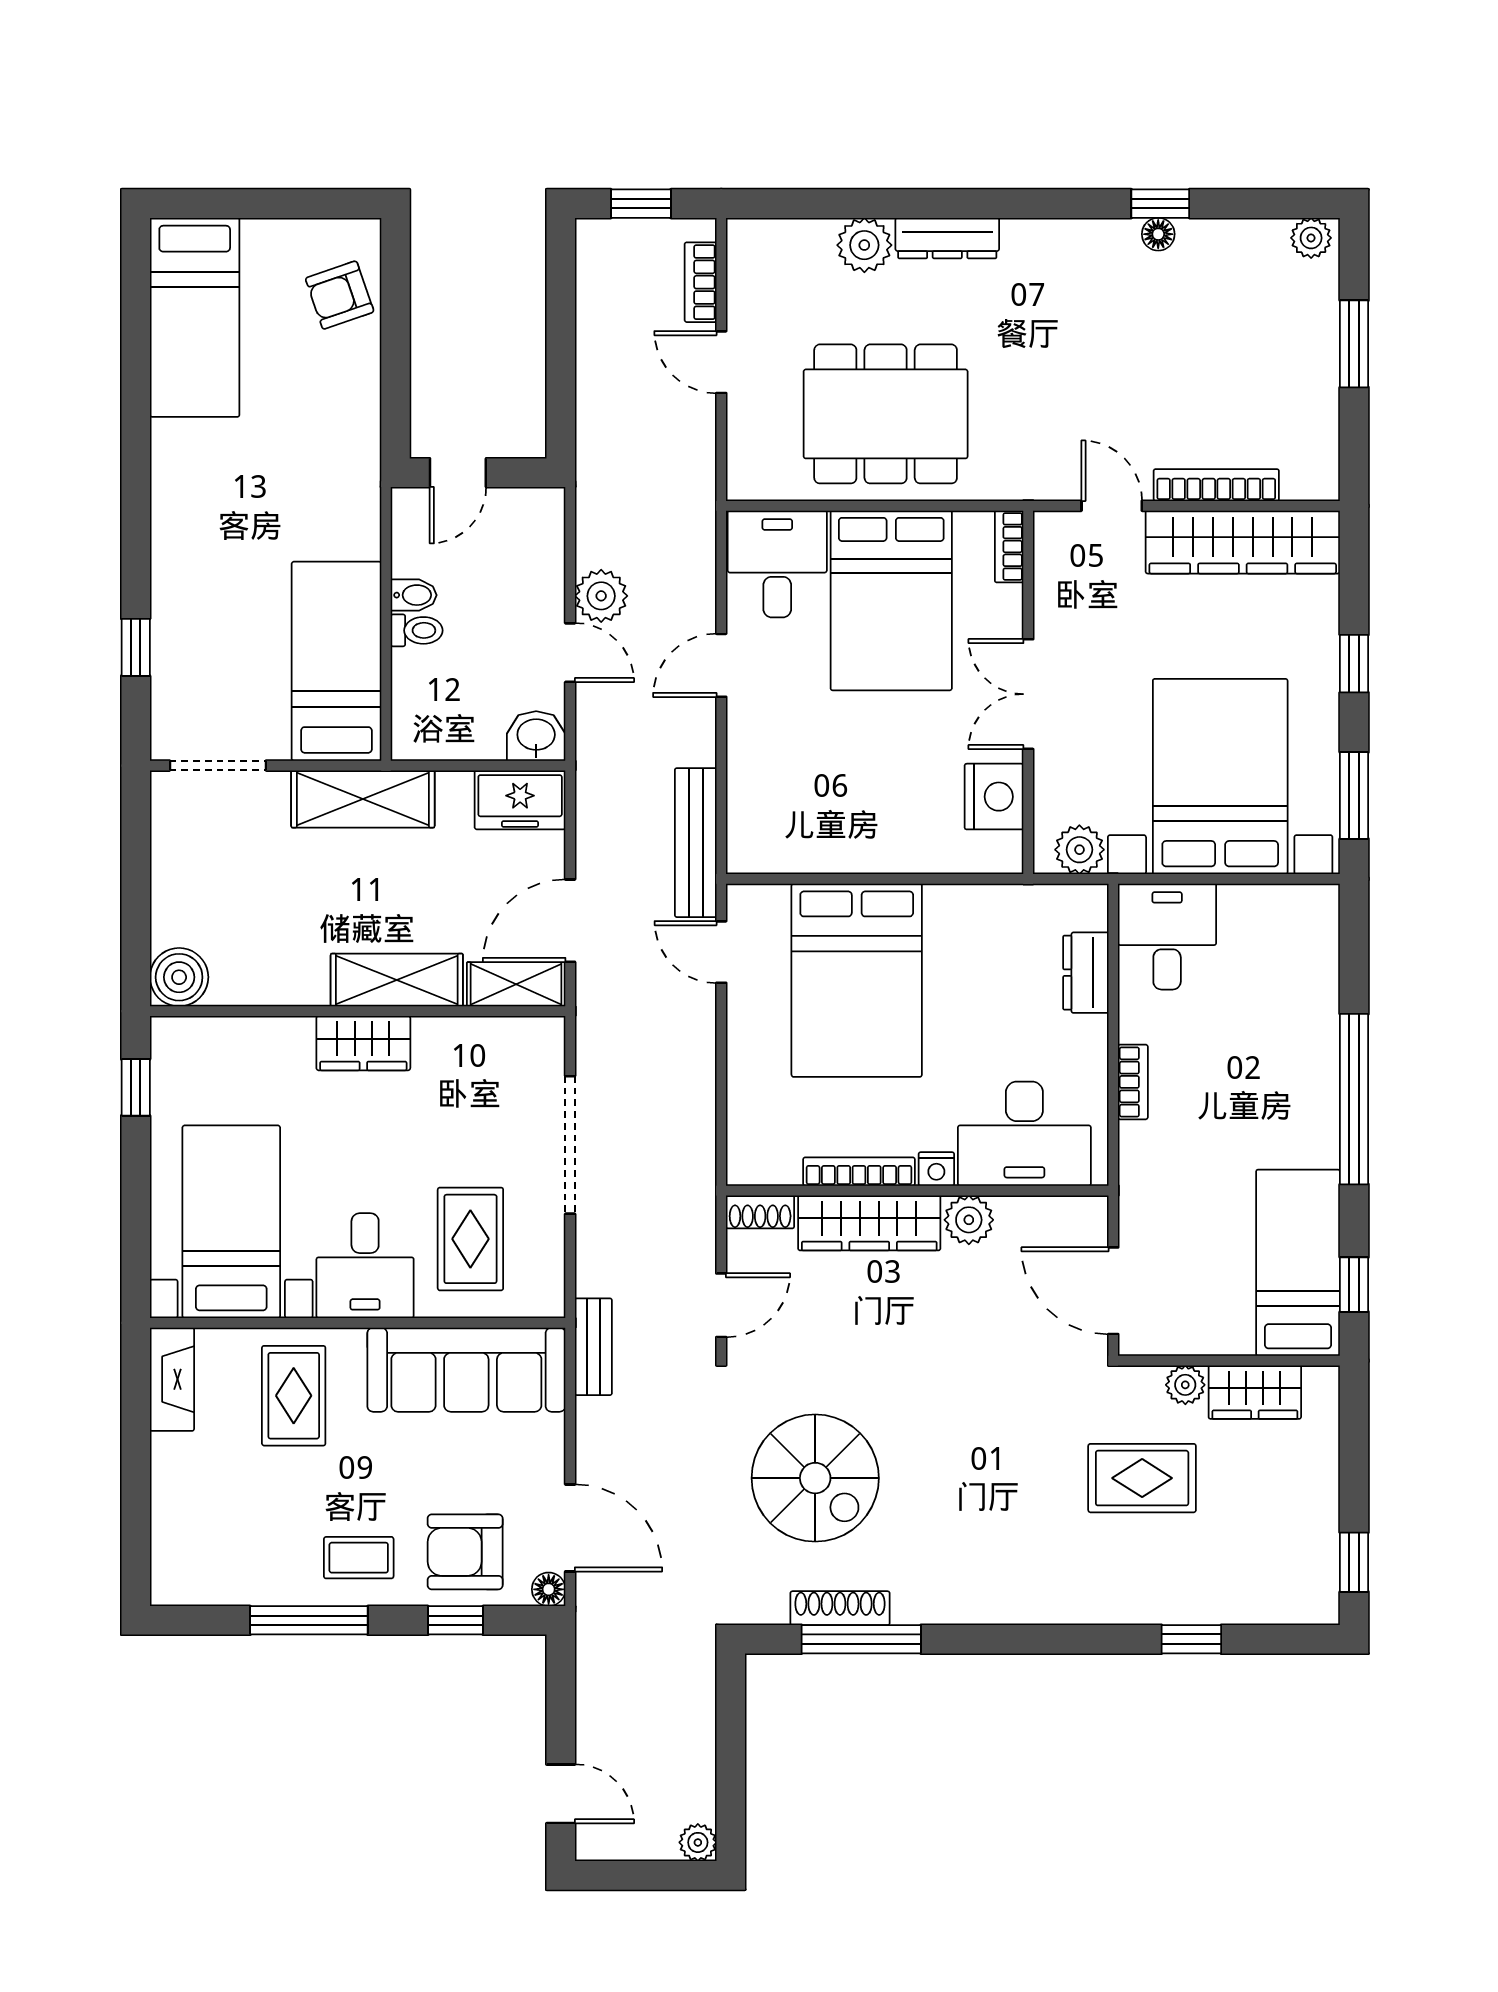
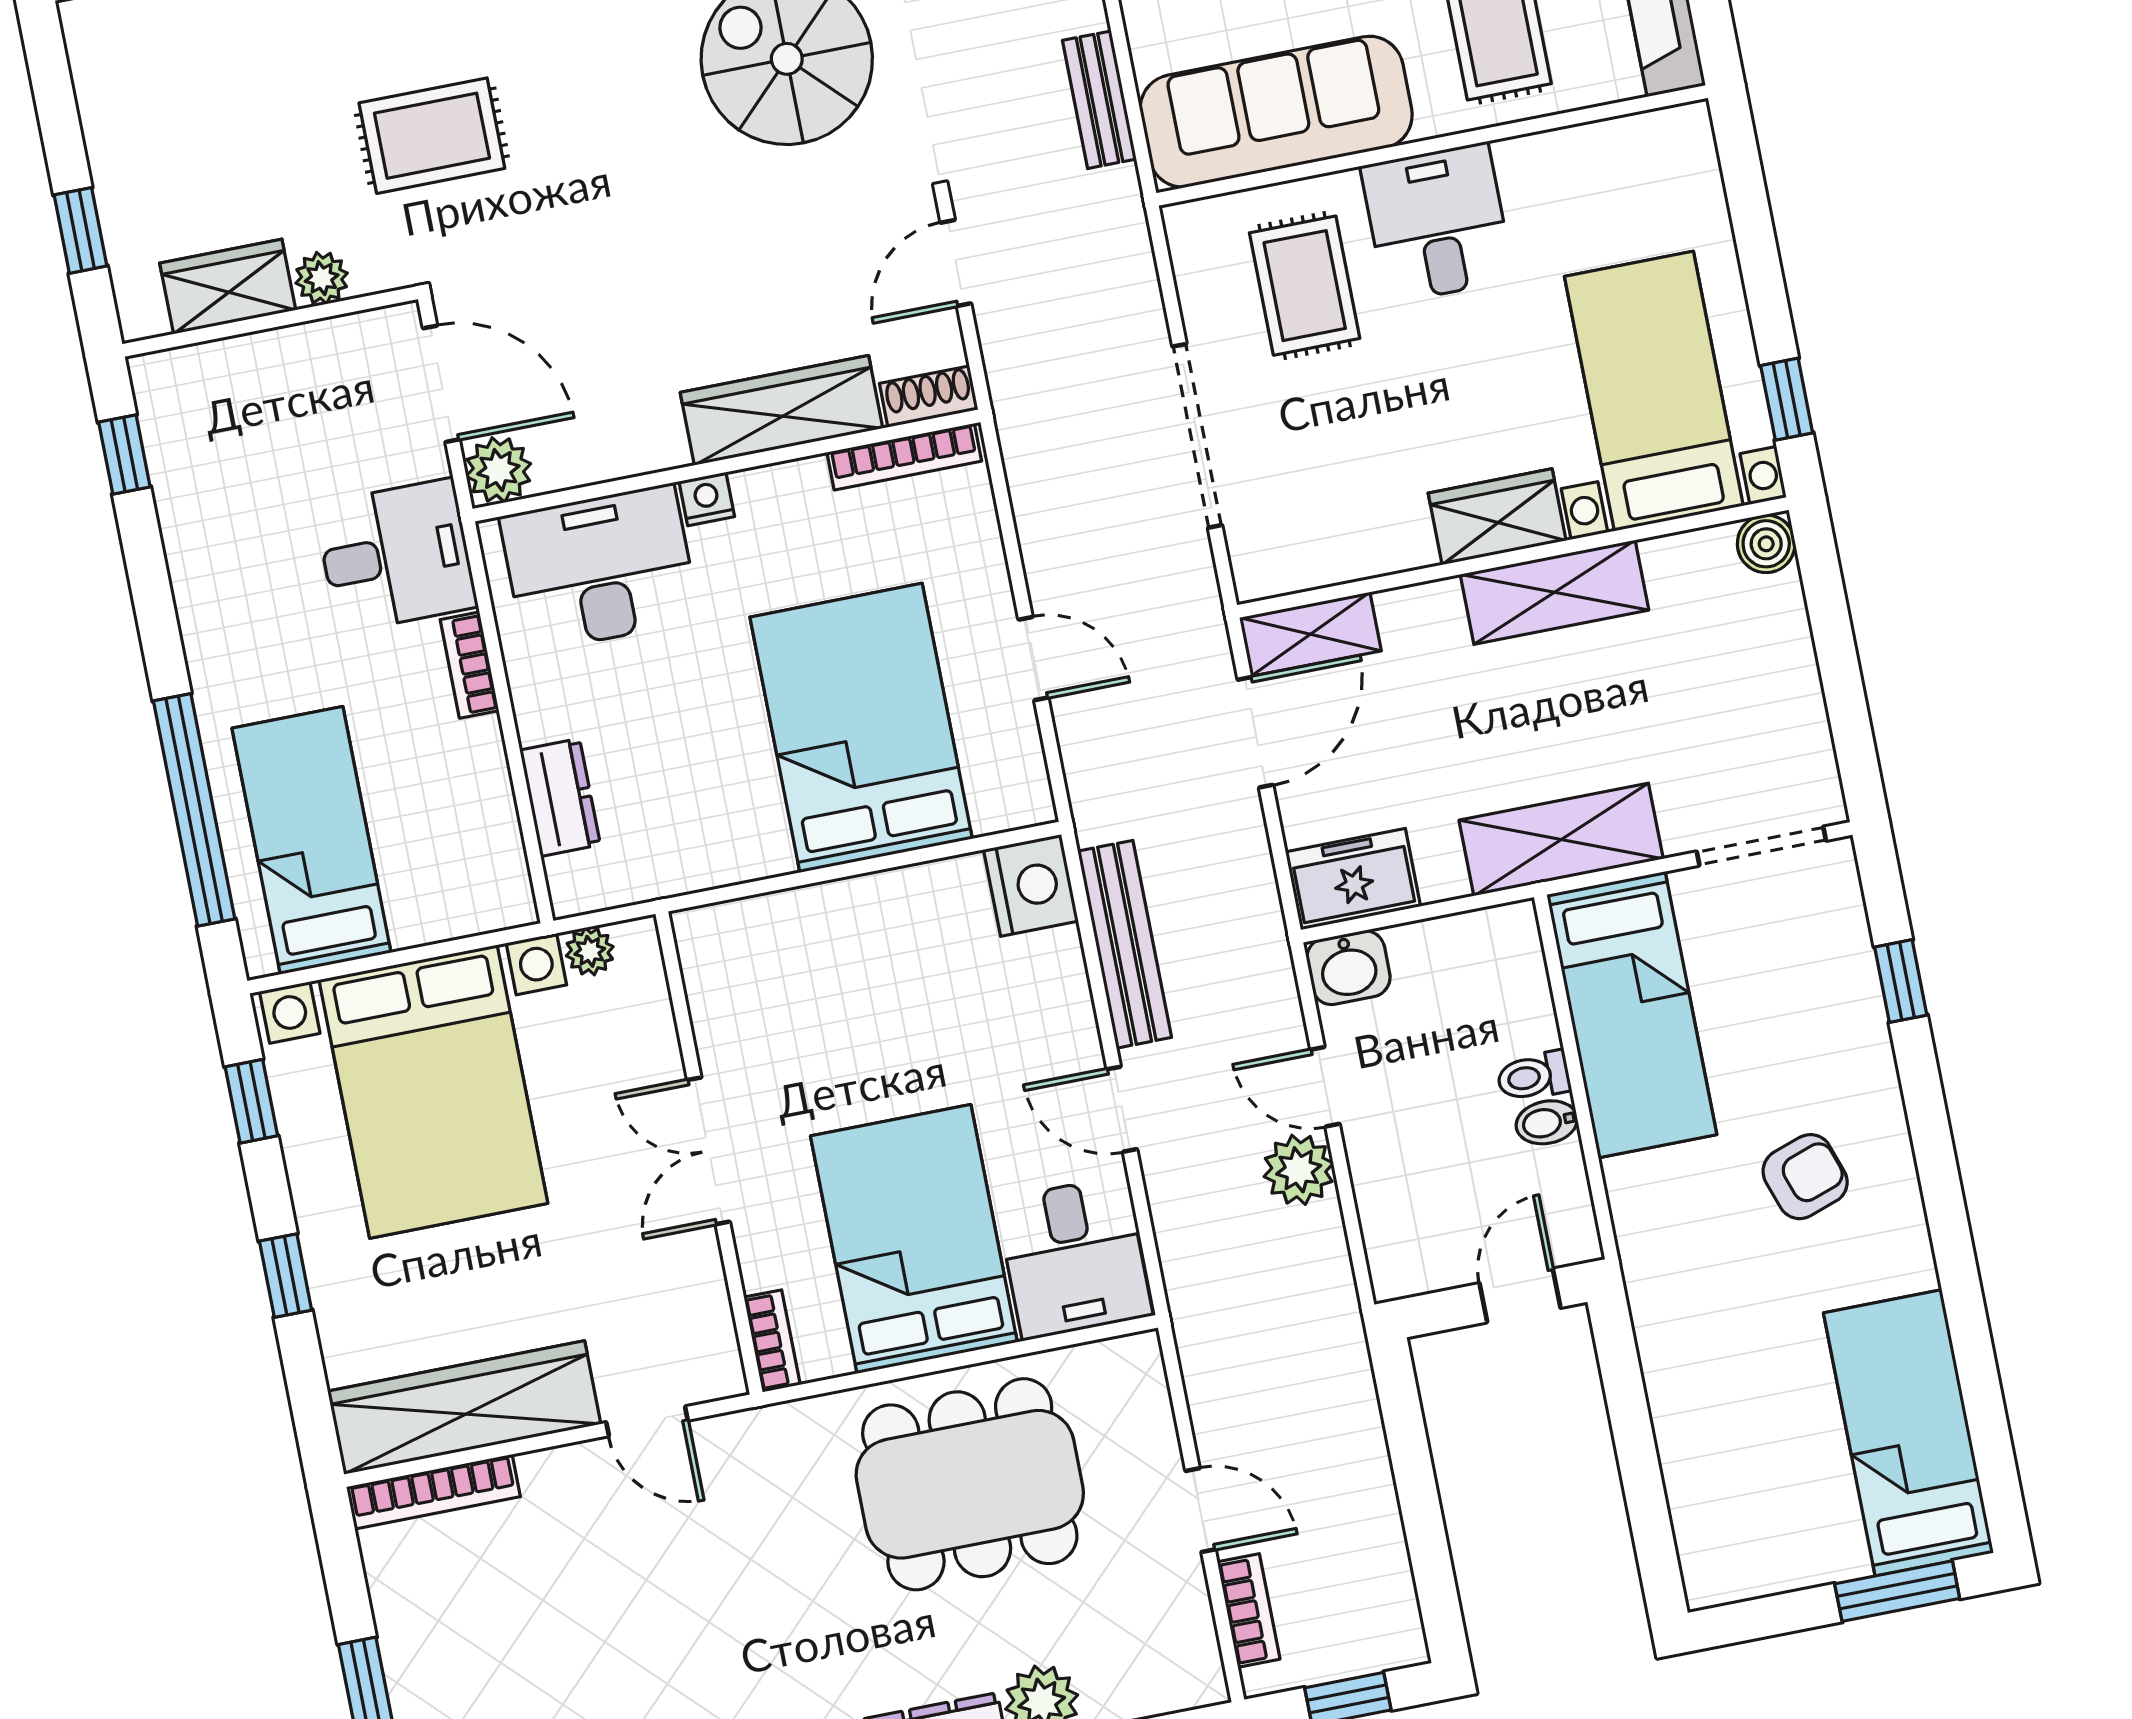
window: (225, 204) -> (1897, 1591), added
armchair: (340, 295) -> (1805, 1177), moved
bookcase: (1216, 485) -> (433, 1492), moved
door: (721, 665) -> (1122, 1109), swing flipped
double door: (1028, 694) -> (708, 1151), swing flipped
window: (1354, 795) -> (251, 1101), width x0.67
nightstand: (994, 797) -> (1031, 885), moved, turned 180
bench: (696, 843) -> (1125, 944), moved
plant: (1079, 850) -> (590, 951), width x0.73, depth x0.73
desk: (1167, 937) -> (396, 556), moved, turned -90
door: (721, 952) -> (1033, 659), moved
boiler: (179, 977) -> (1766, 544), width x0.73, depth x0.73
shelving: (397, 980) -> (1554, 592), moved
window: (1354, 1099) -> (194, 810), moved
bookcase: (859, 1172) -> (904, 457), moved
plant: (969, 1220) -> (498, 470), moved
bed with nightstands: (231, 1222) -> (1654, 391), moved, turned 180
bed: (1298, 1263) -> (312, 840), moved, turned 180
bench: (593, 1347) -> (1099, 100), moved
rug: (1142, 1478) -> (432, 136), moved
window: (1354, 1562) -> (80, 230), moved

